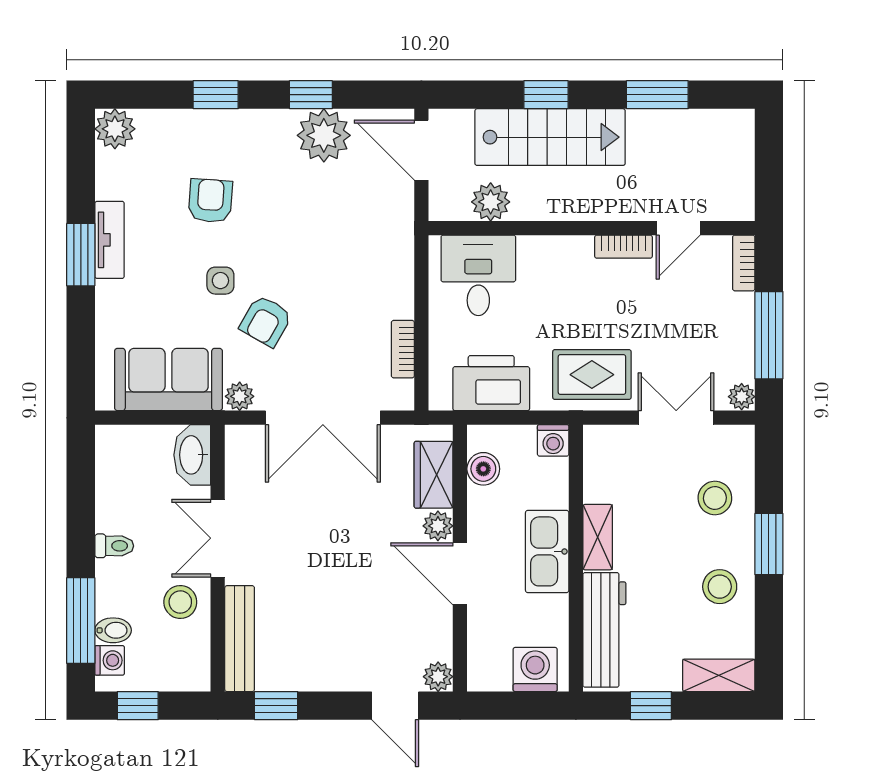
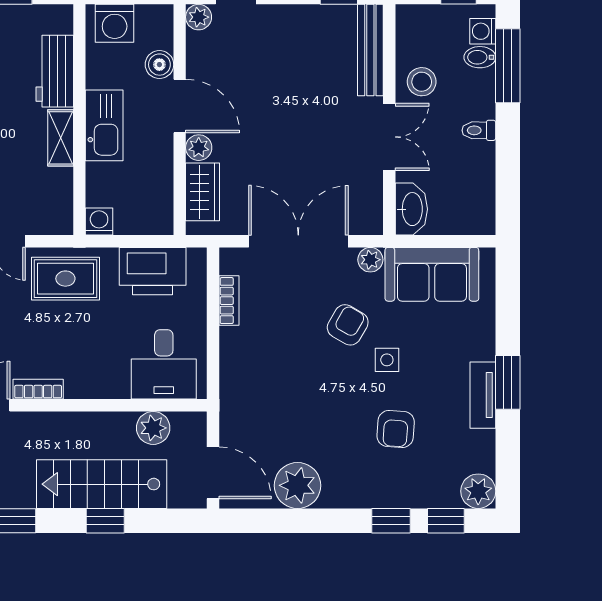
window: (311, 95) -> (446, 521), moved
boiler: (483, 469) -> (159, 65), moved
workbench: (604, 630) -> (55, 71), width x0.73

